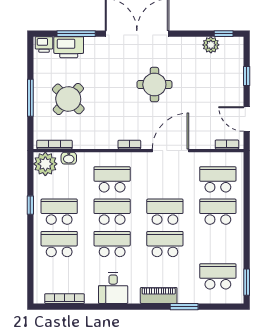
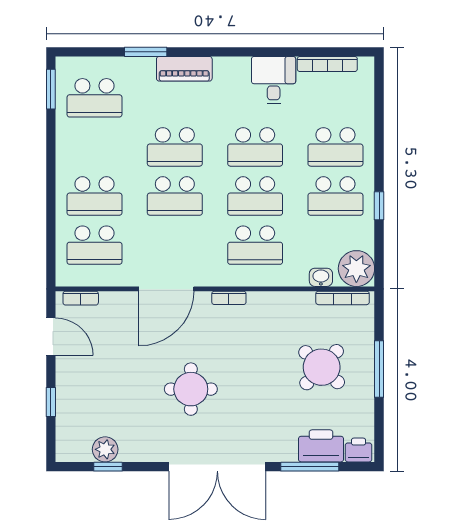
window: (224, 34) -> (108, 467), moved
desk: (113, 288) -> (274, 80), moved

